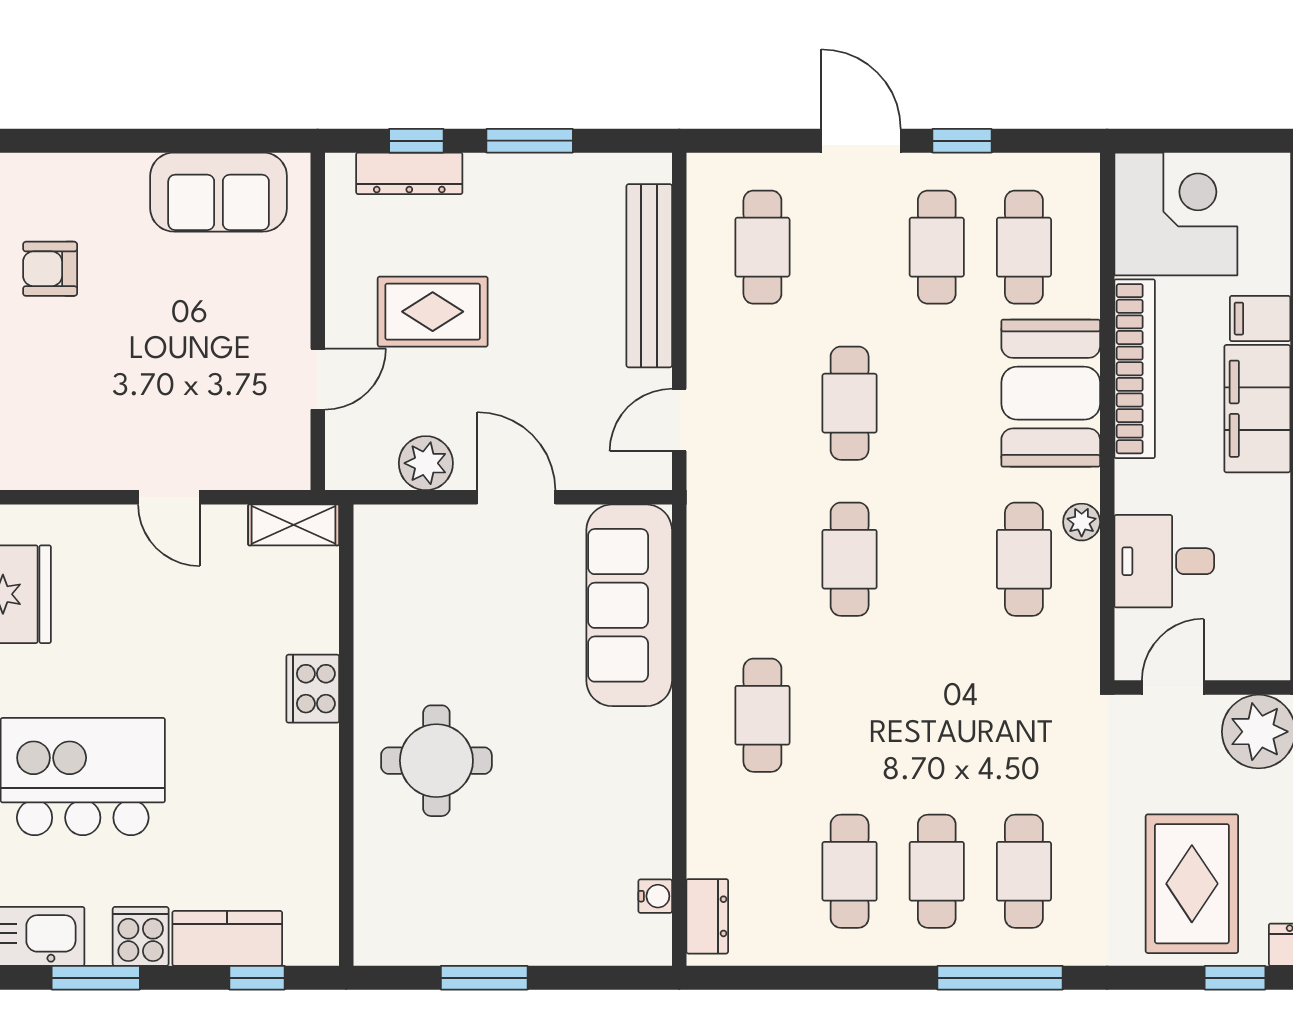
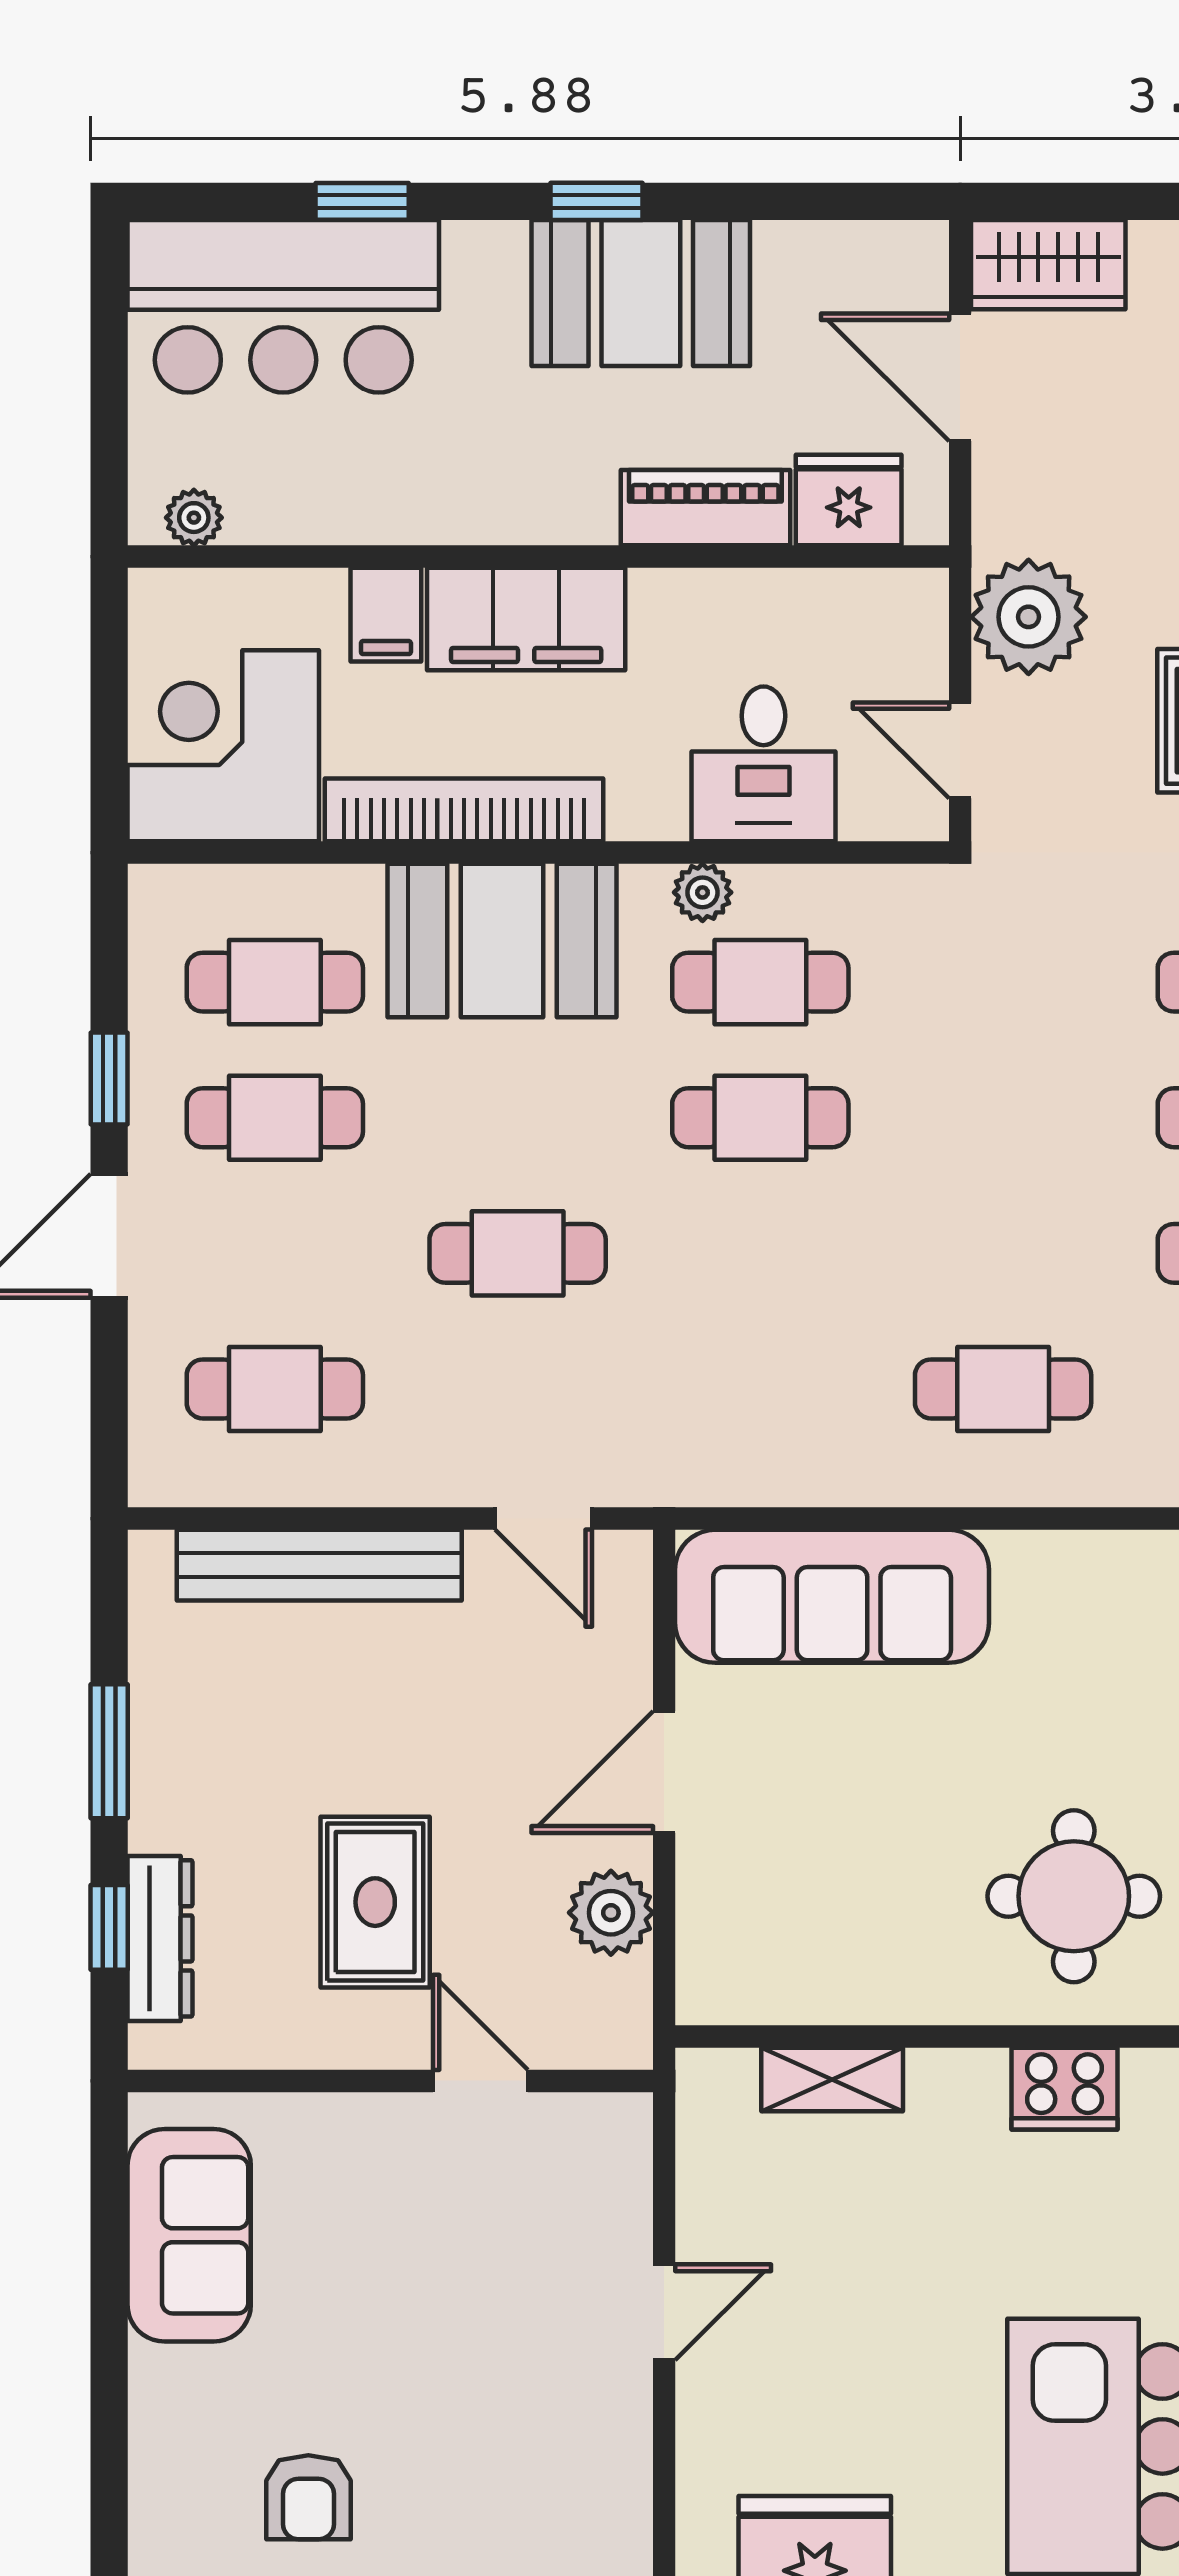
shelving: (294, 525) -> (832, 2079), moved, turned 90
cafe table: (850, 559) -> (760, 1118), moved
cooker: (313, 689) -> (1065, 2089), moved

